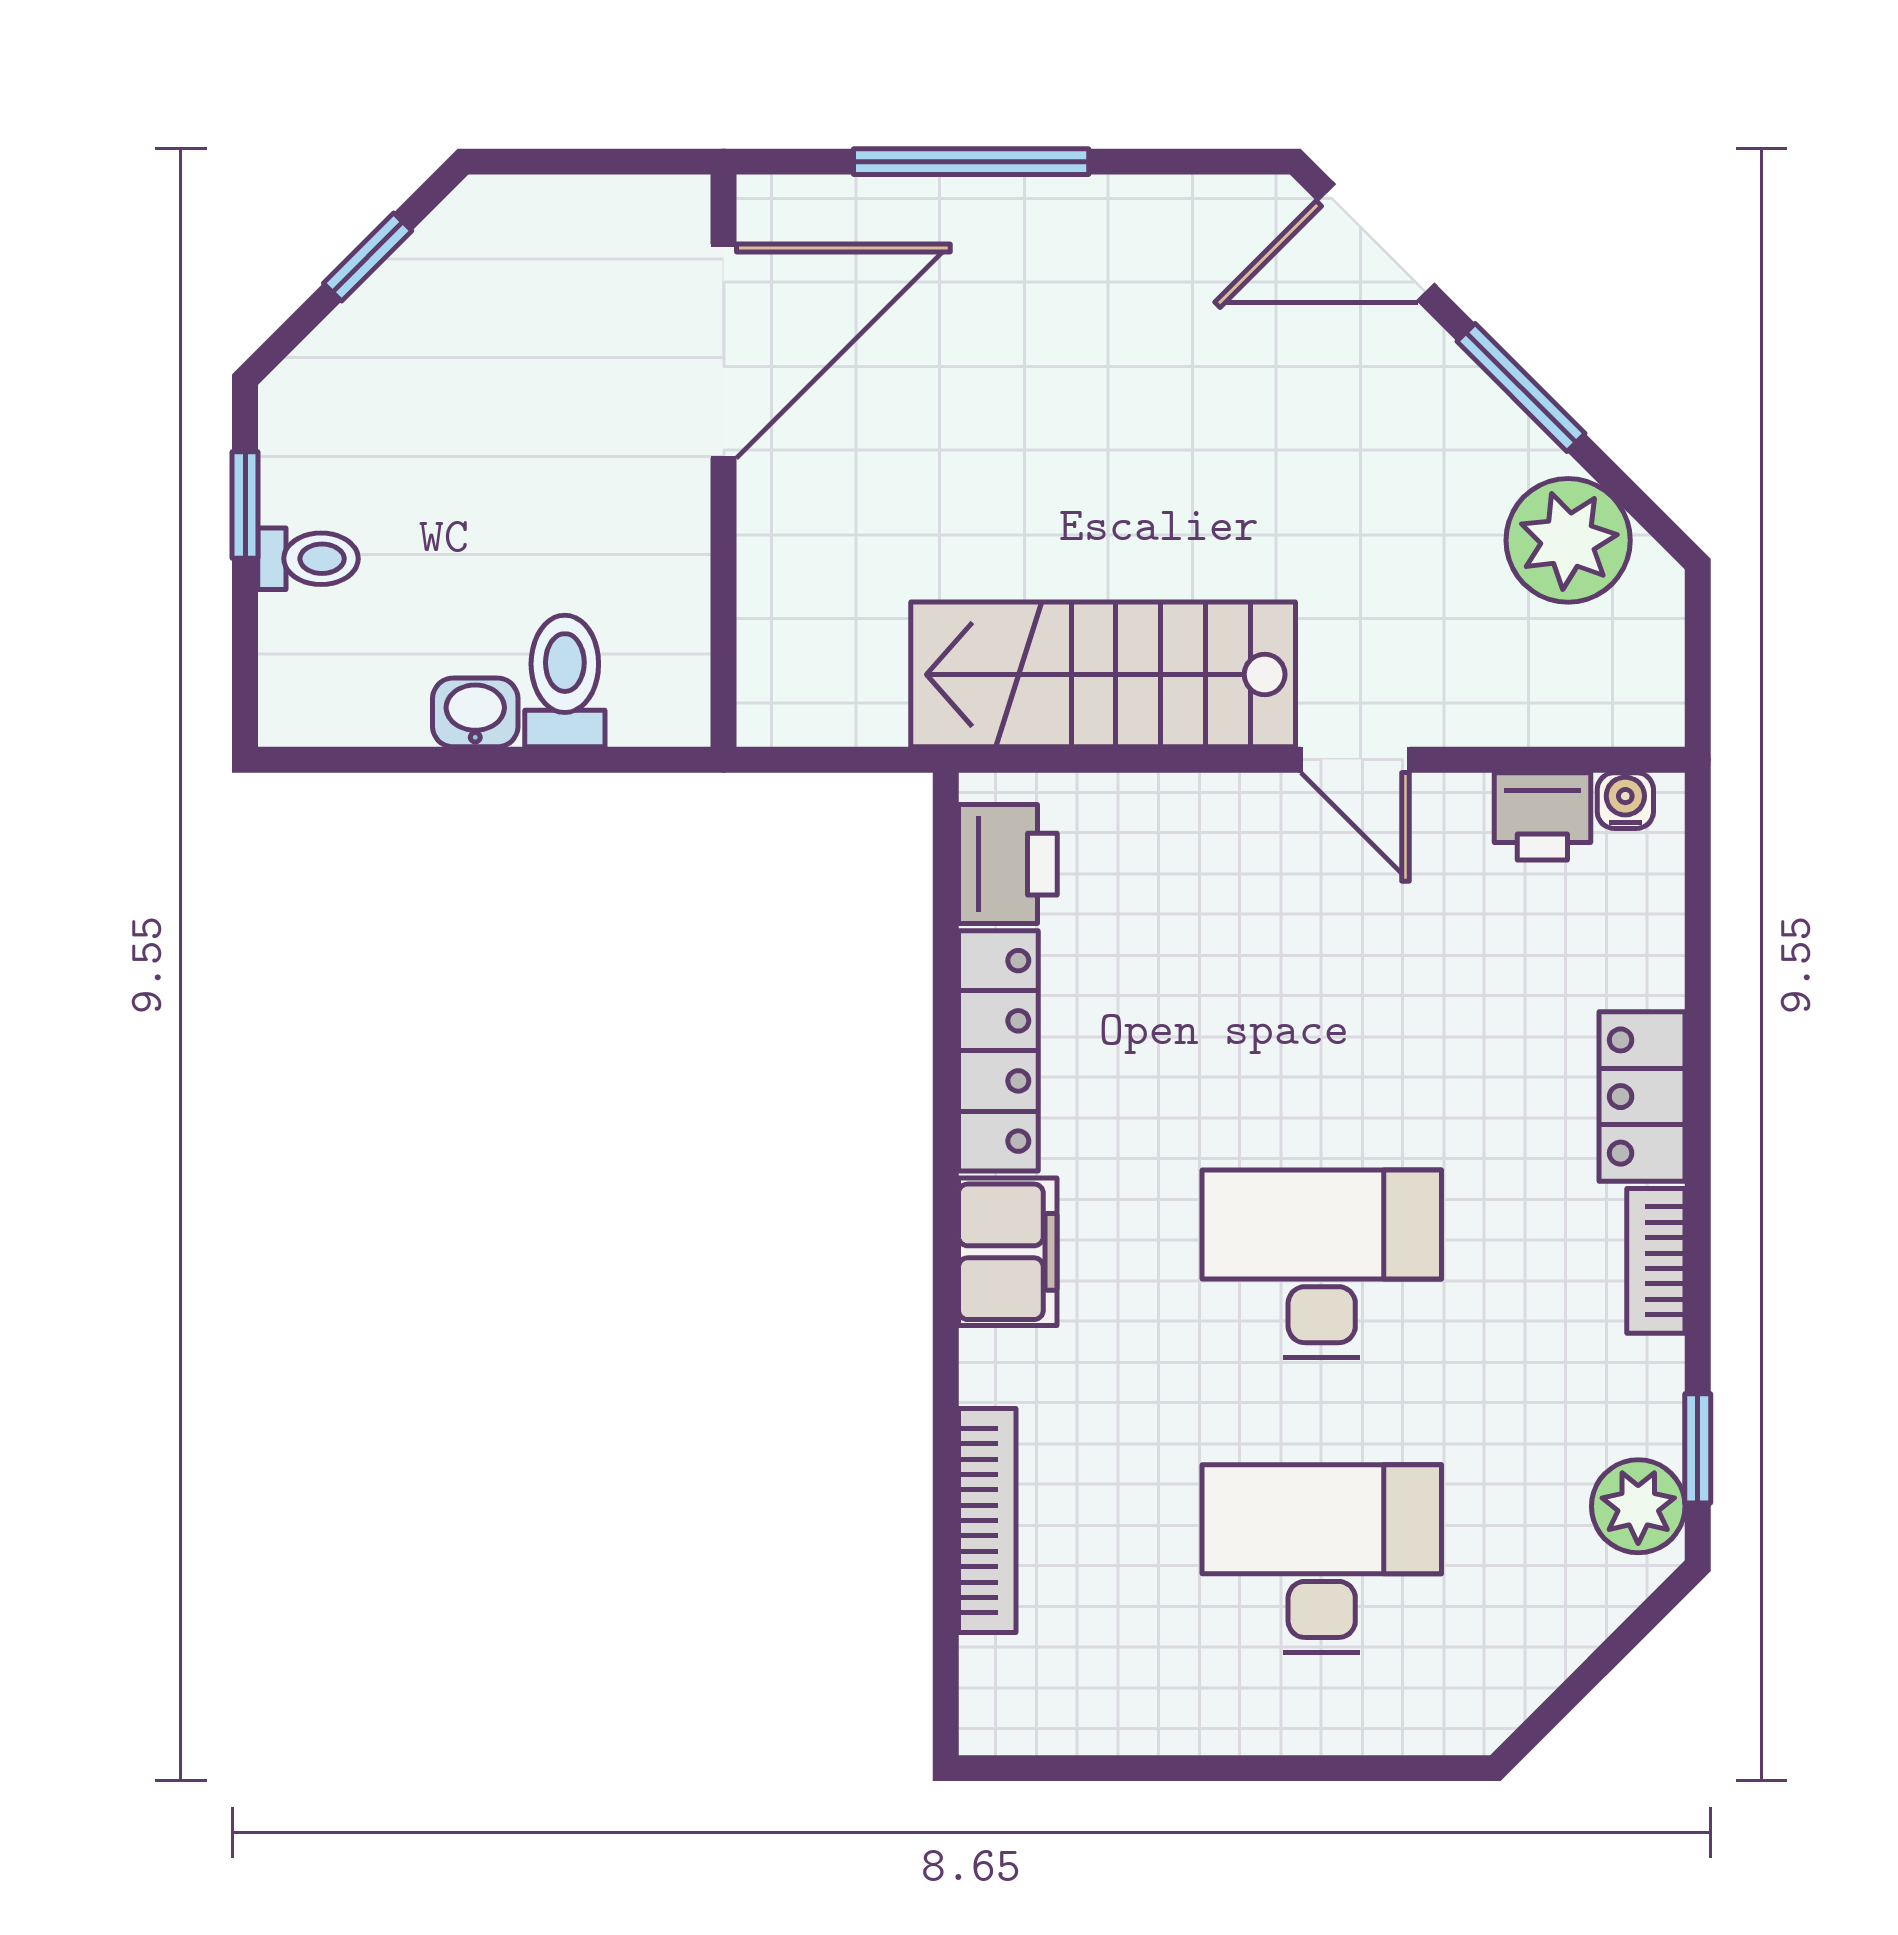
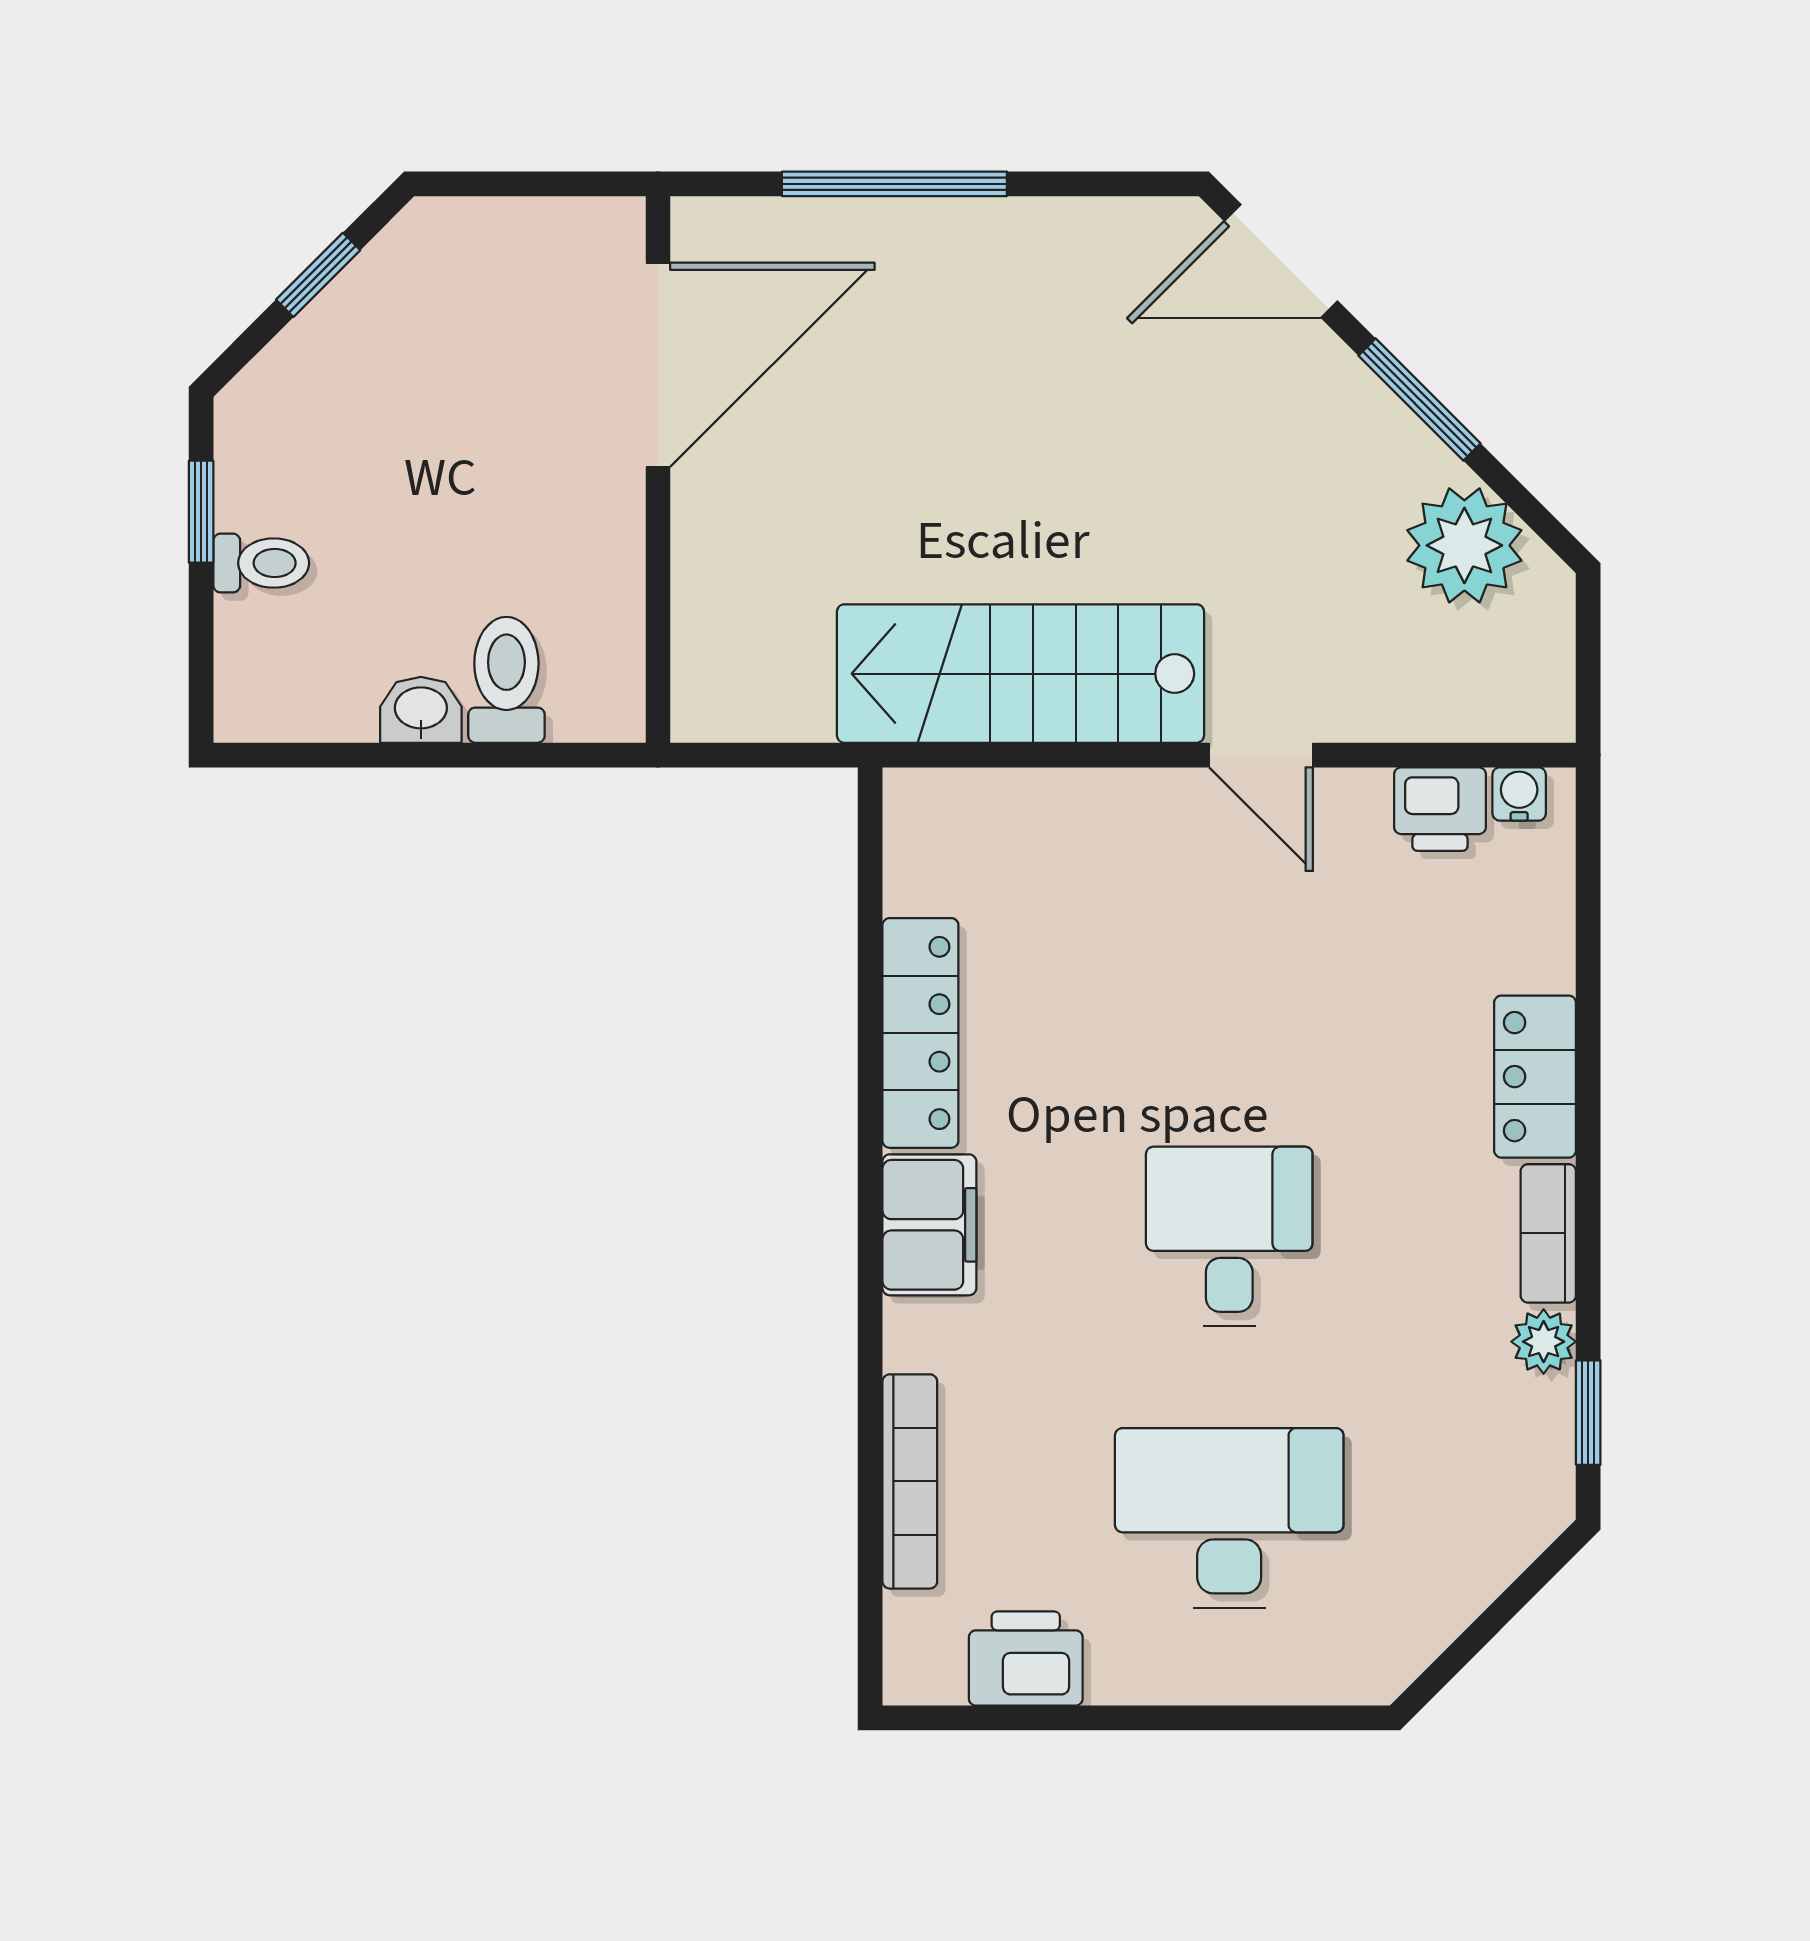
printer: (1008, 864) -> (1026, 1659), moved, turned -90
desk: (1322, 1264) -> (1229, 1236), width x0.73
plant: (1638, 1506) -> (1544, 1342), moved, width x0.73, depth x0.73

